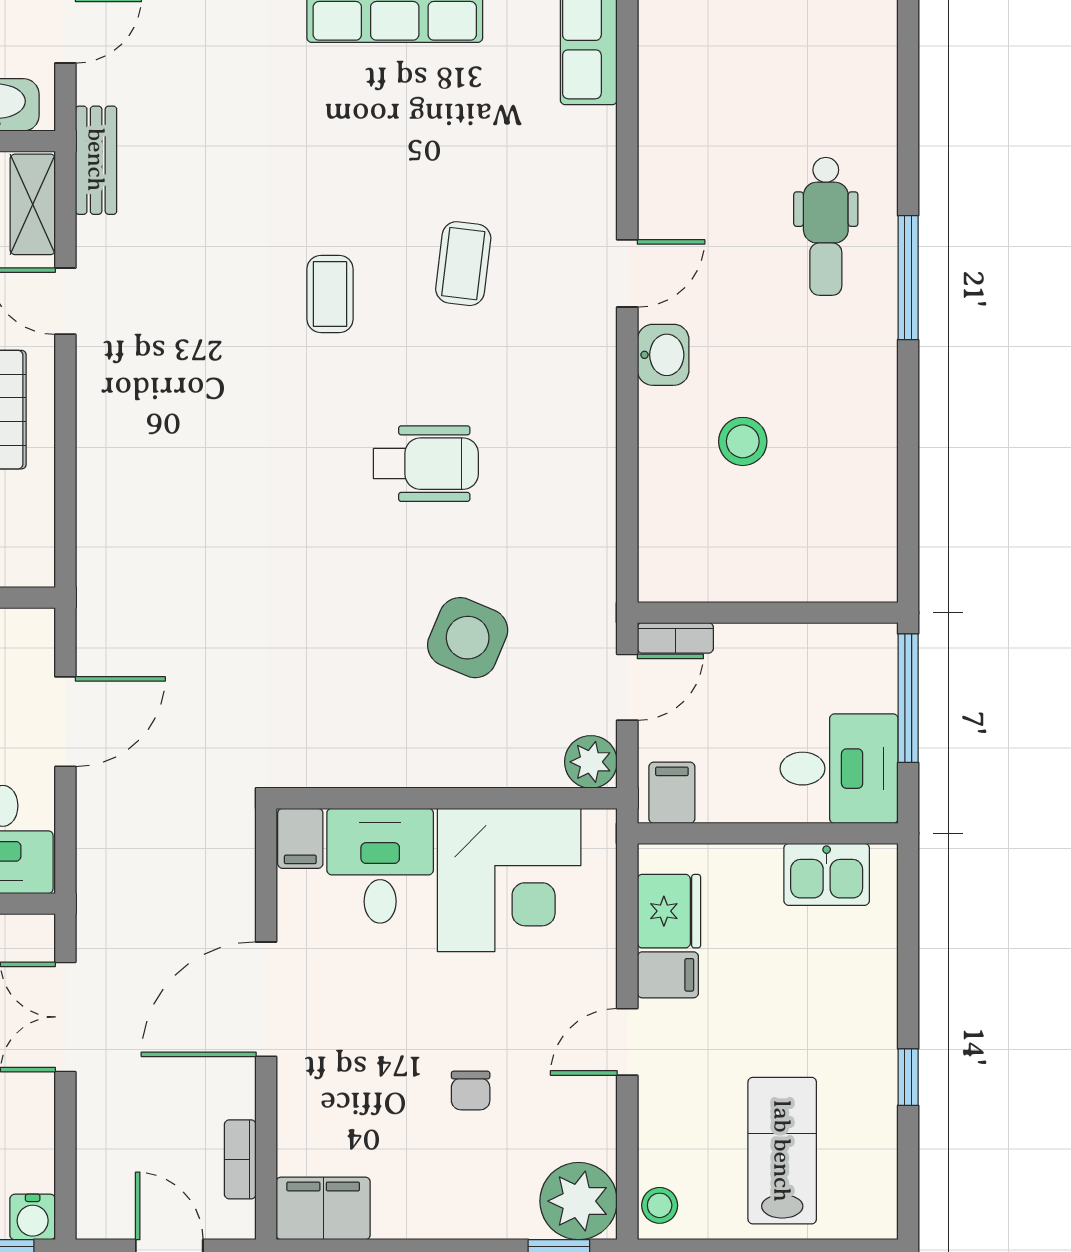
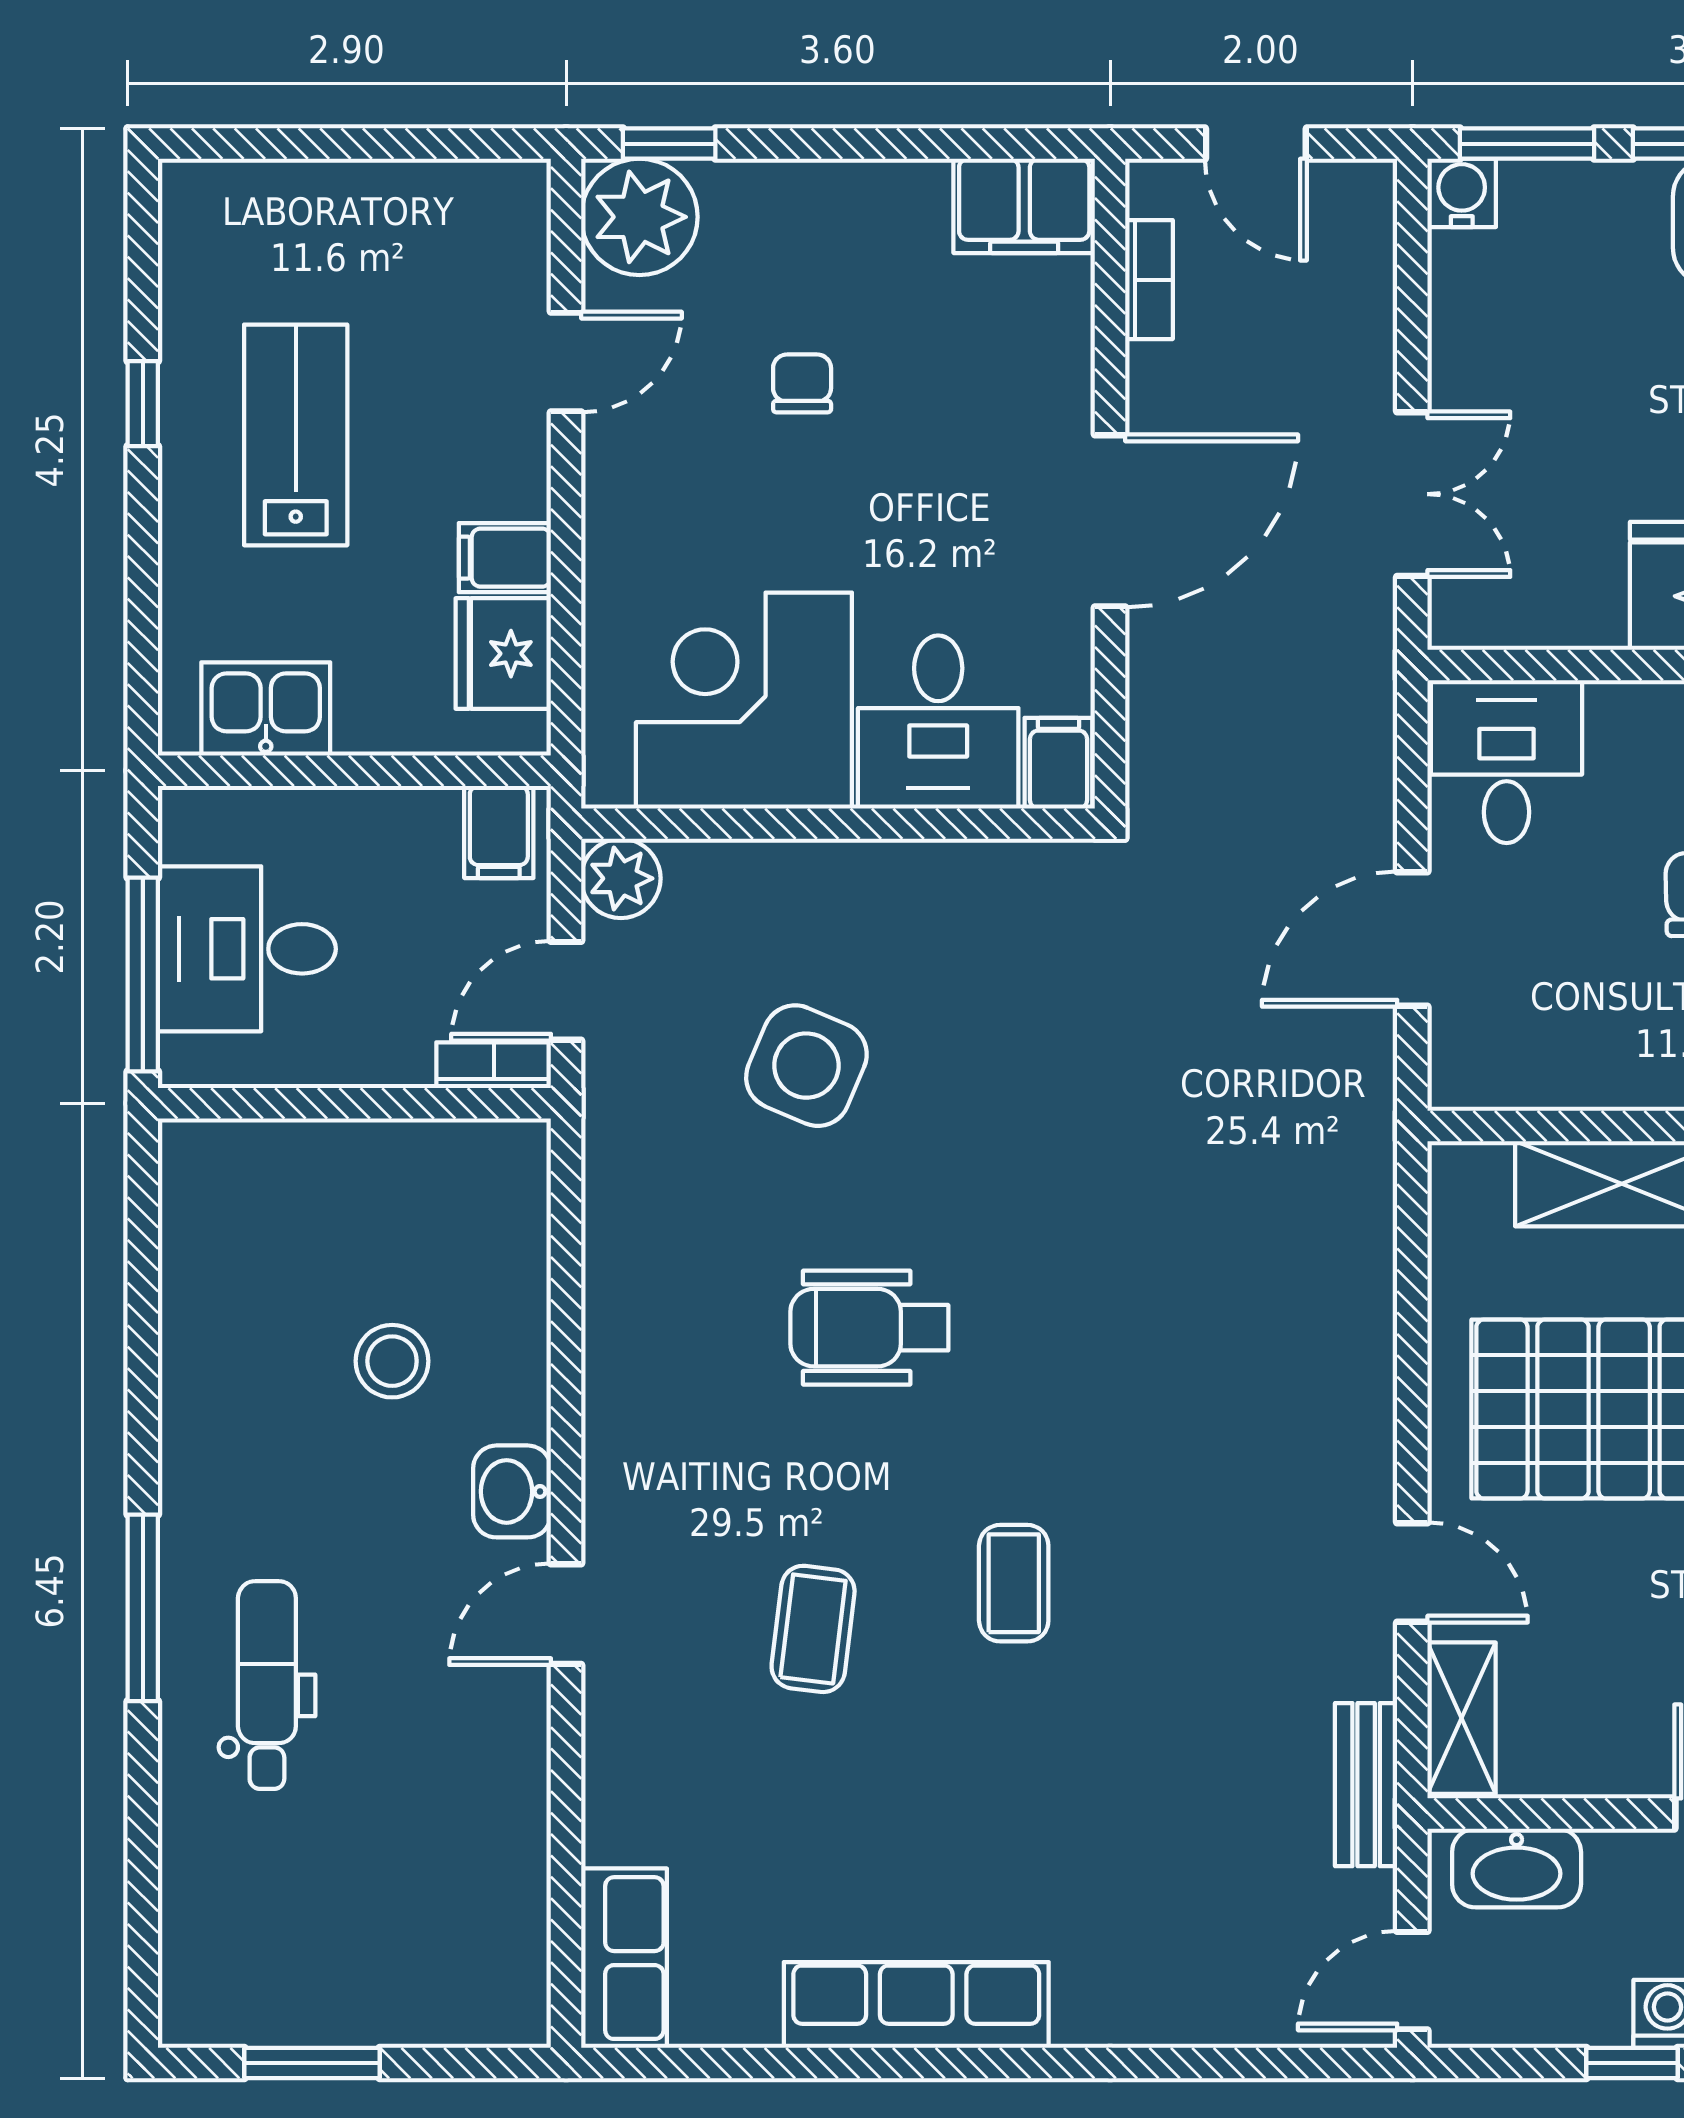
desk: (839, 769) -> (247, 949), moved
door: (627, 1042) -> (566, 362), moved
lab bench: (782, 1151) -> (296, 435), moved, turned 180
stool: (660, 1205) -> (517, 210), removed

